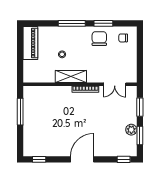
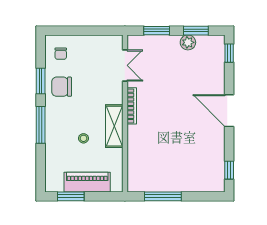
piano: (30, 43) -> (87, 182), moved
window: (20, 45) -> (71, 196), added

